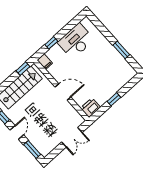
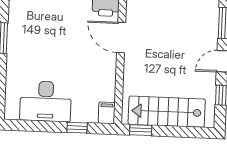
door: (63, 92) -> (121, 38), moved

